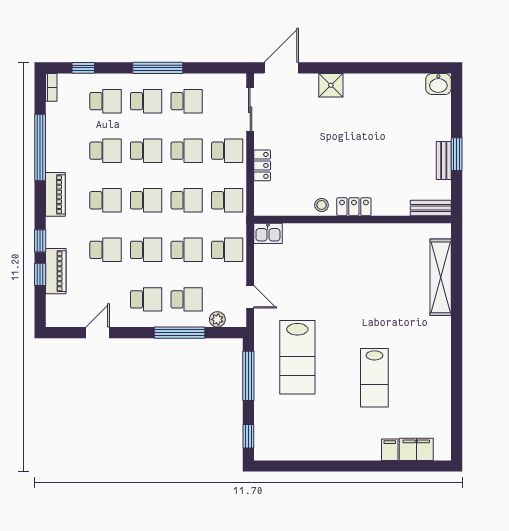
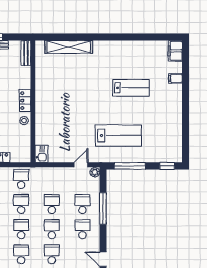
school desk: (227, 250) -> (52, 179), removed
plant: (217, 319) -> (95, 172), moved
filing cabinet: (416, 449) -> (175, 51), moved

